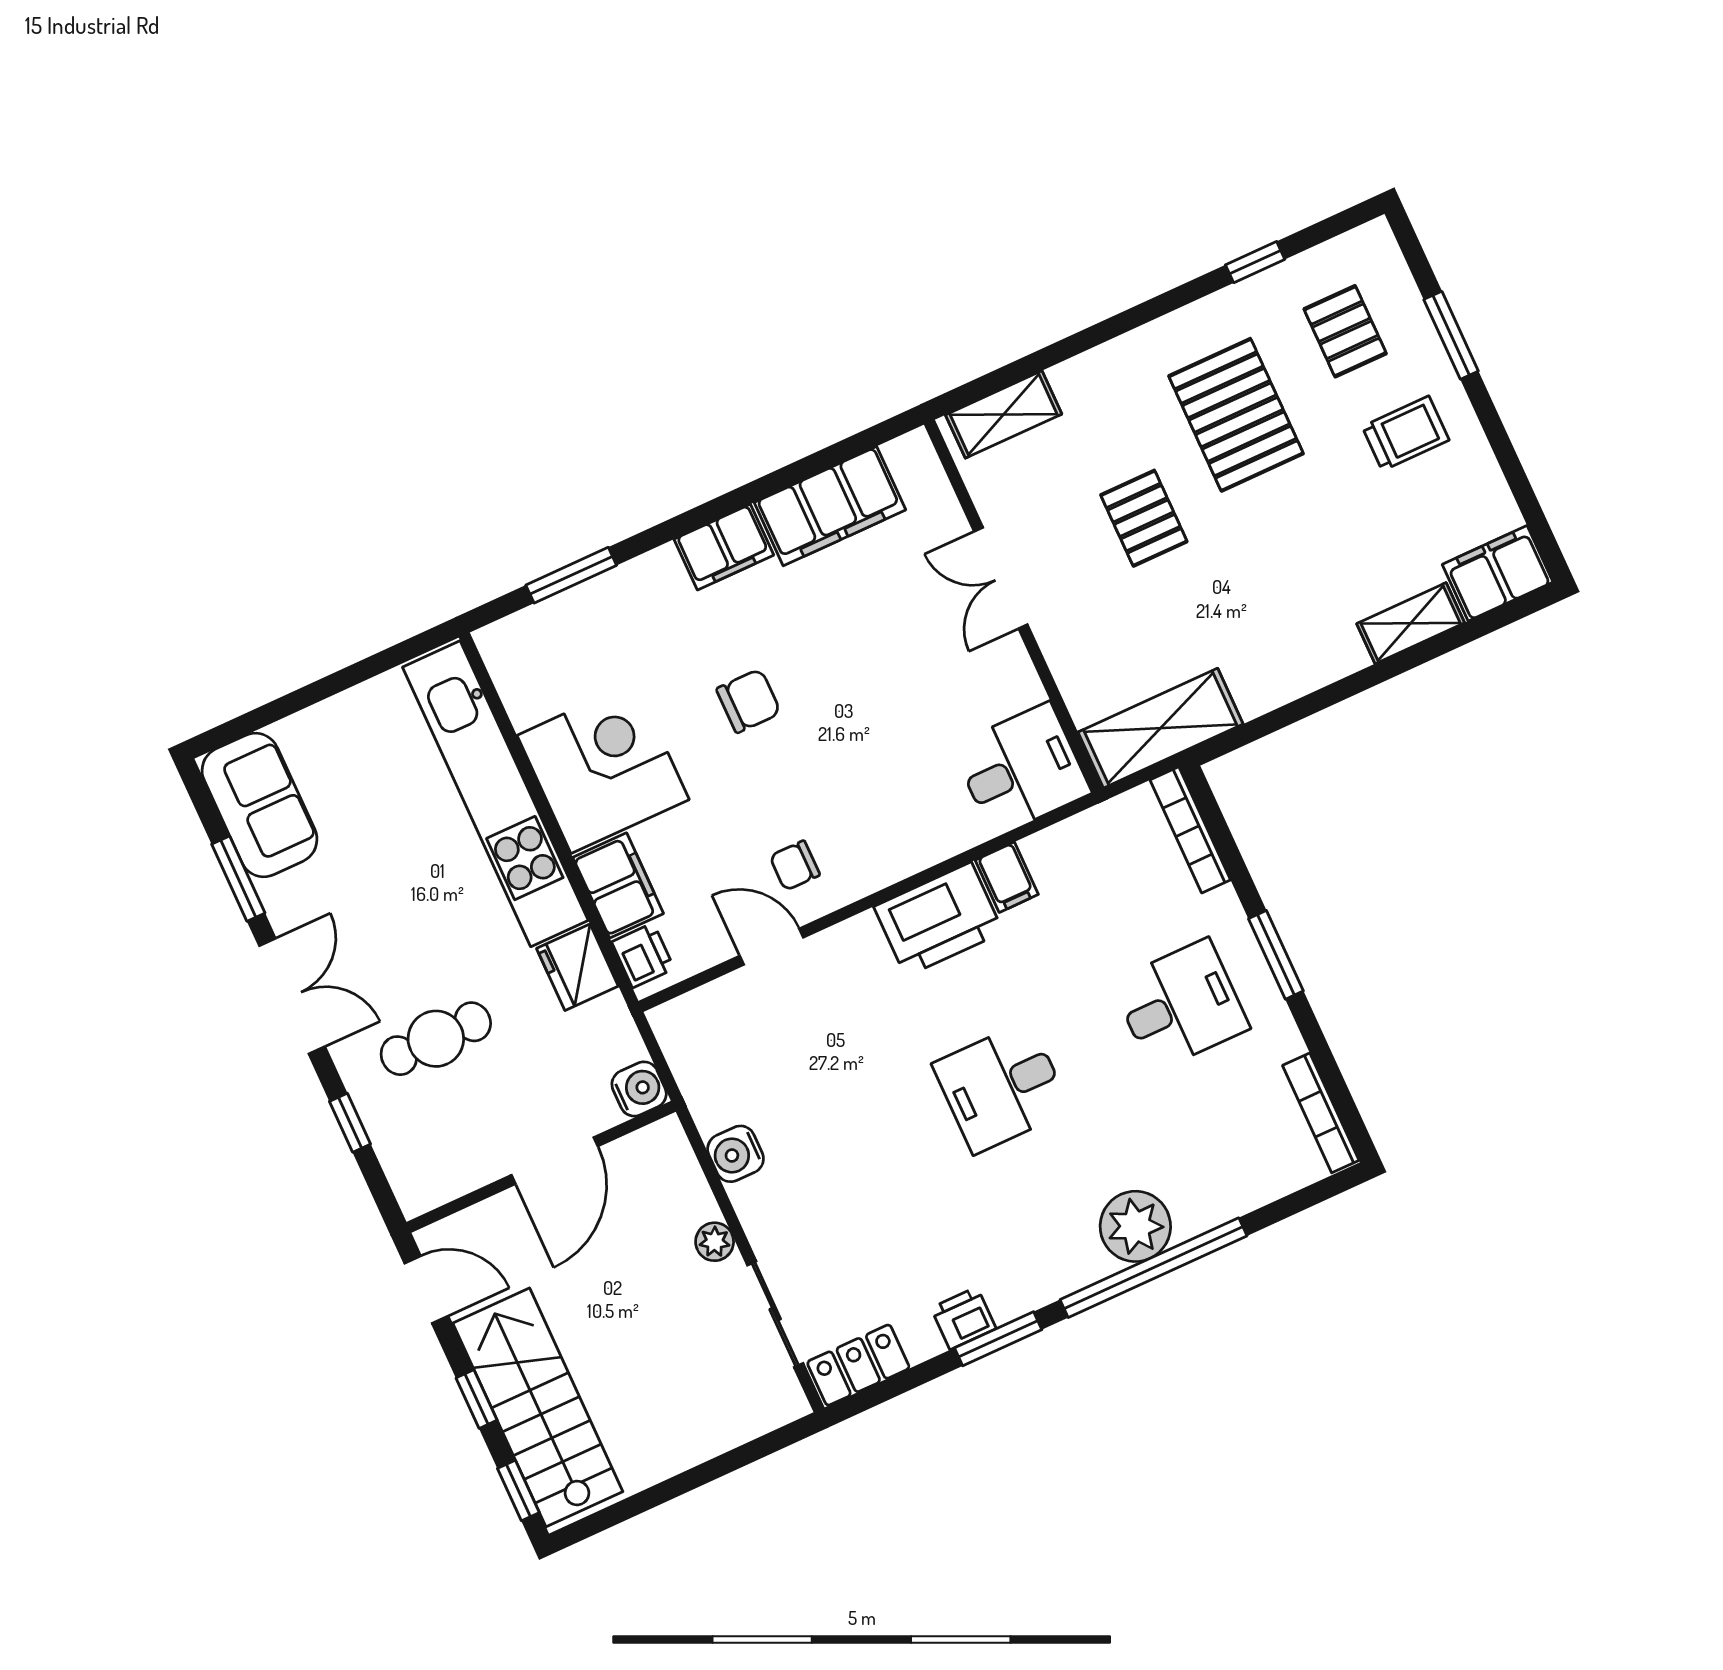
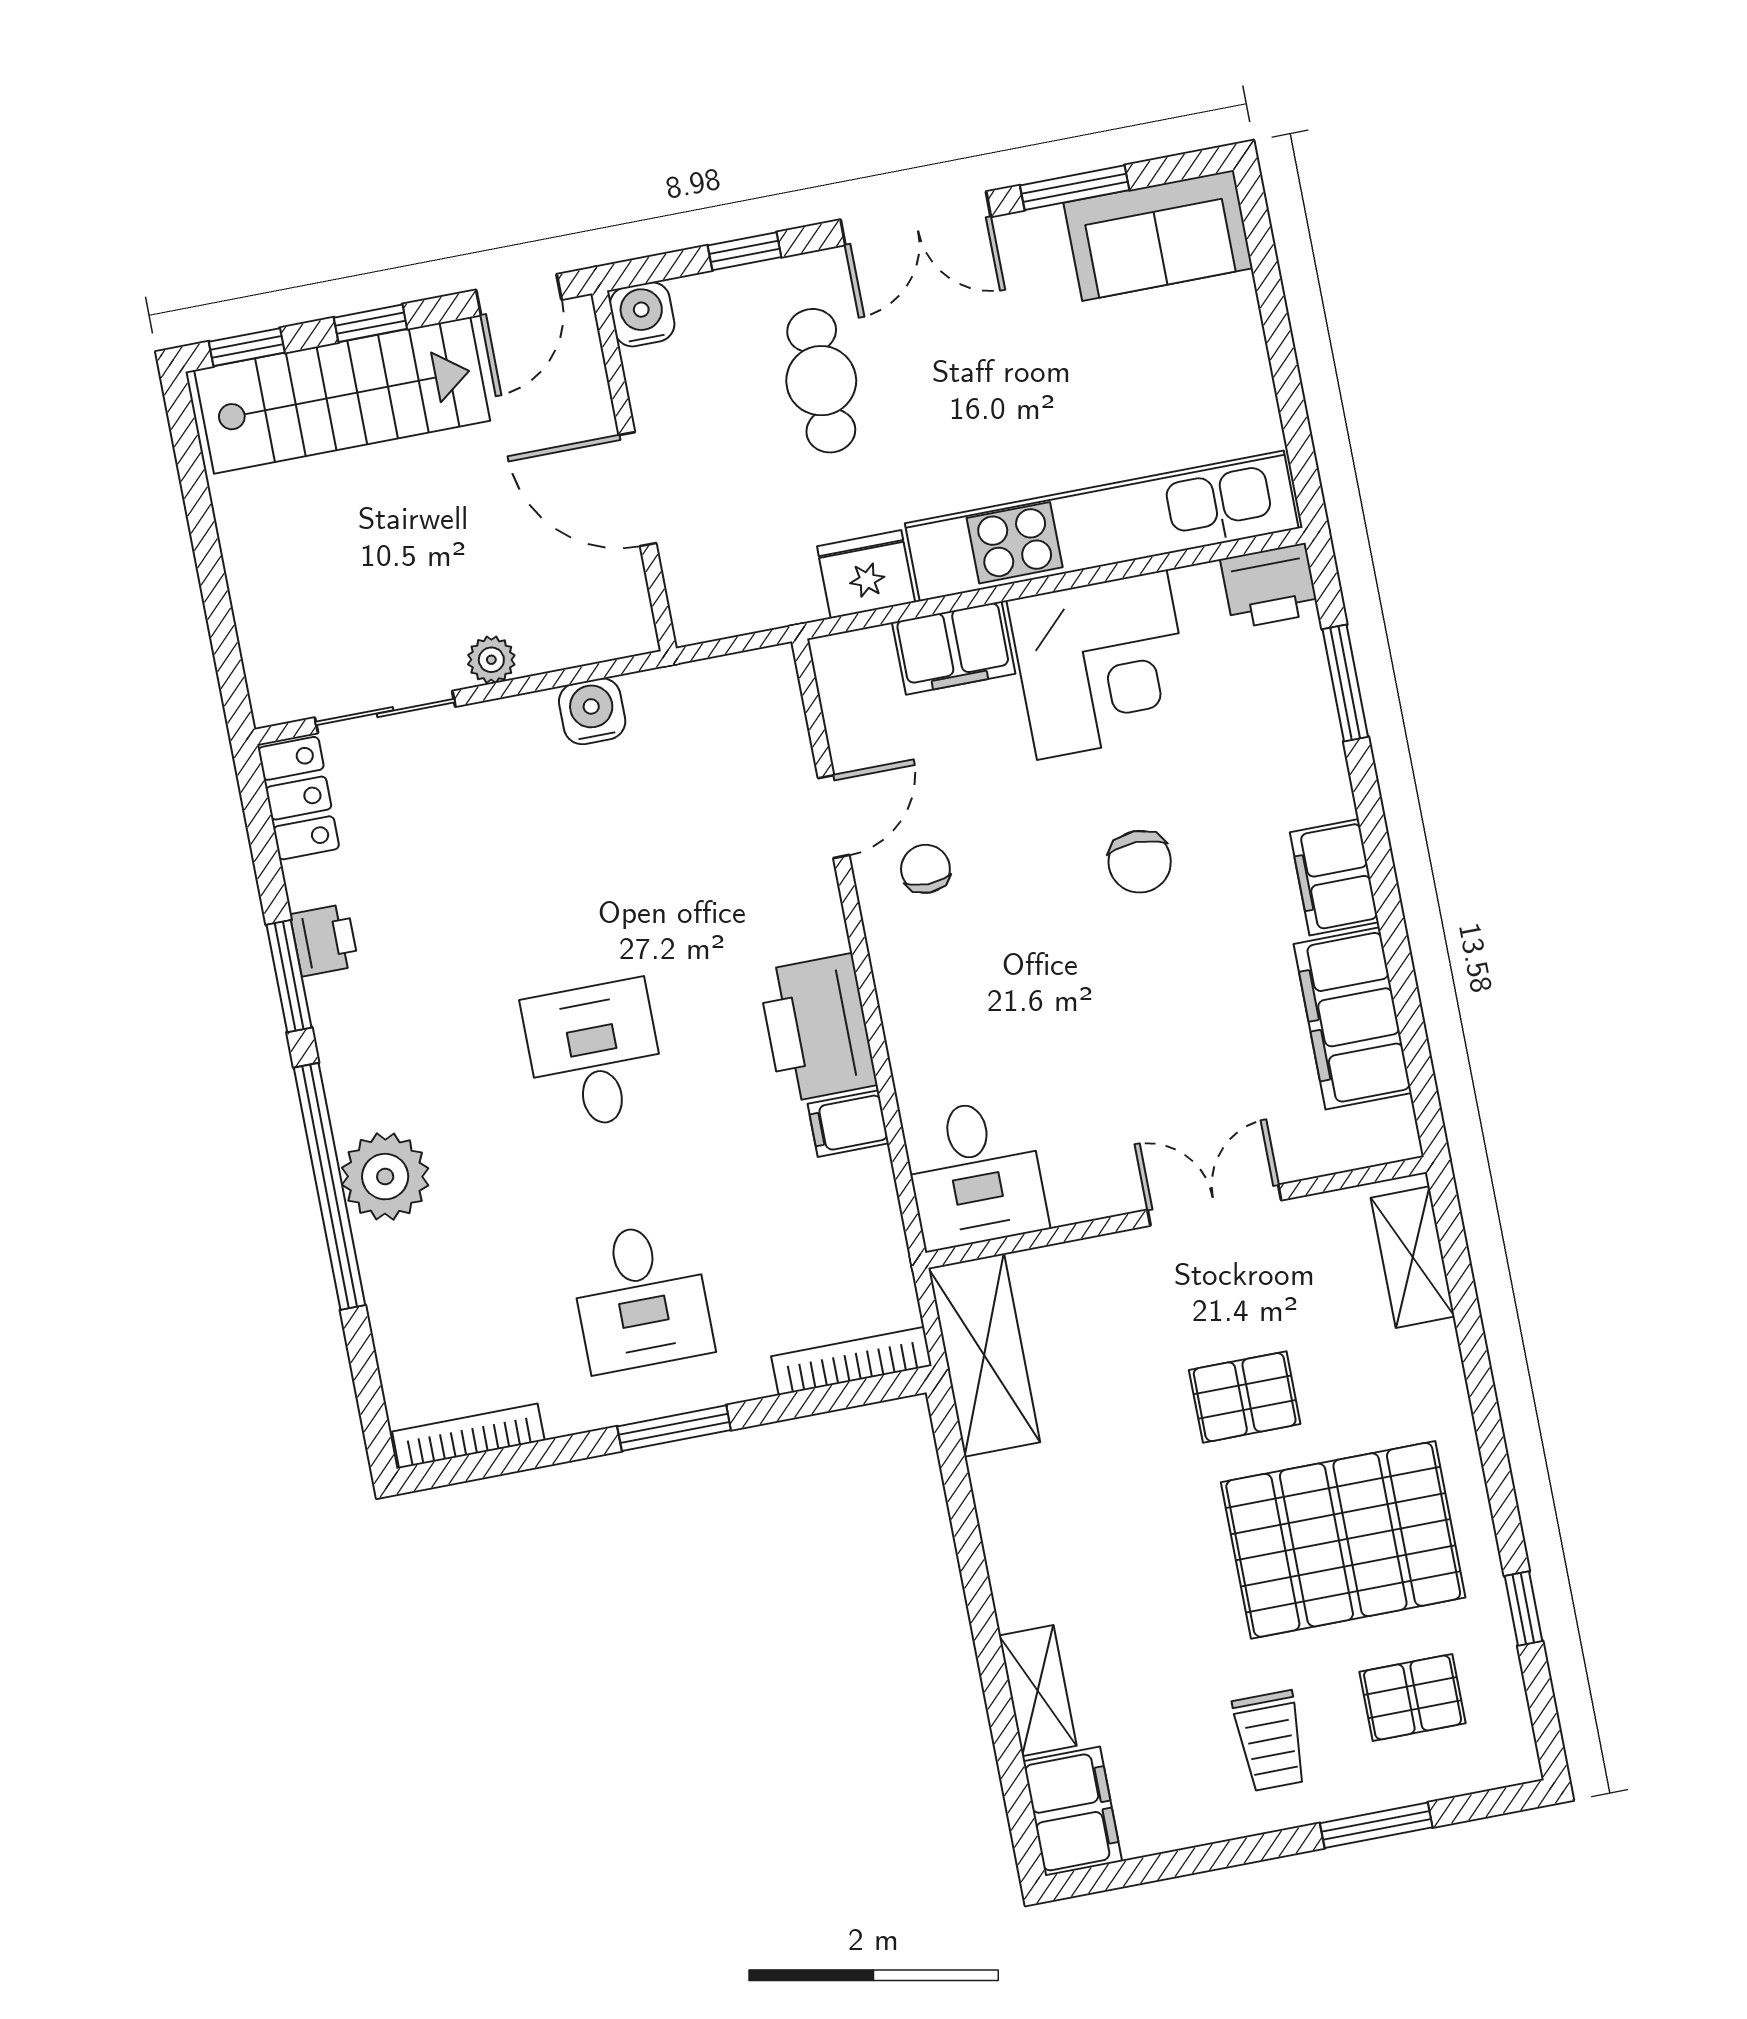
pallet: (1236, 415) -> (1343, 1540), width x1.37, depth x1.41
printer: (643, 955) -> (1270, 586), moved, width x1.36, depth x1.24
water cooler: (639, 1089) -> (642, 314), moved, turned 180

